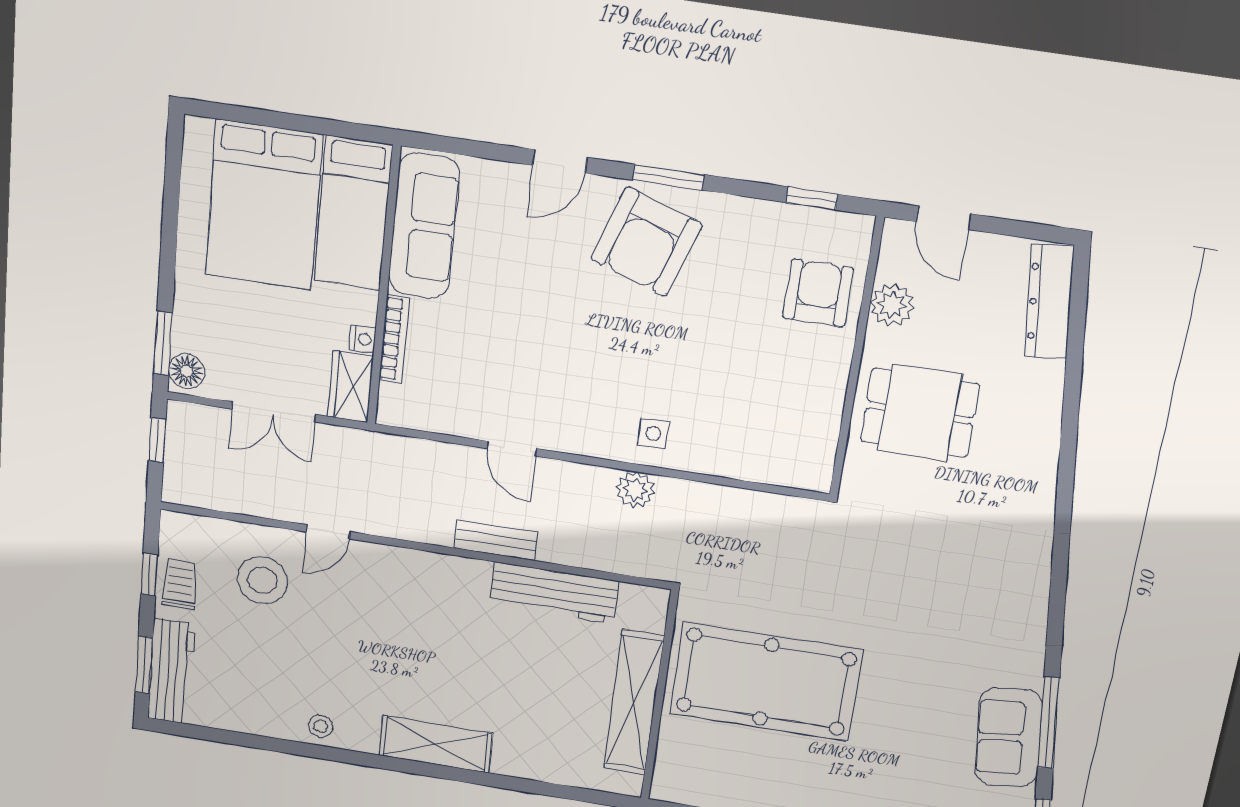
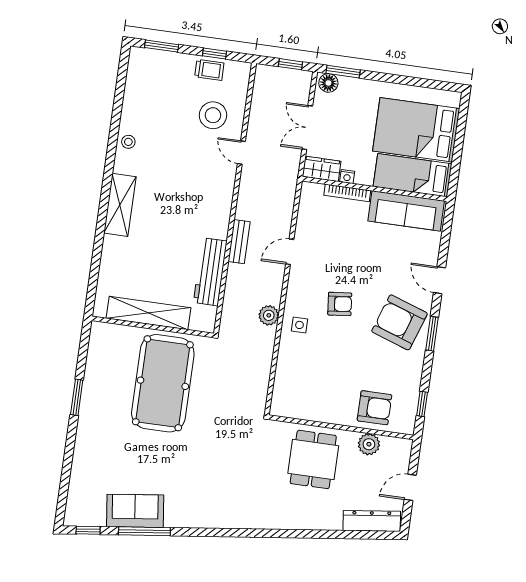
door: (944, 218) -> (410, 487), moved
armchair: (611, 357) -> (340, 304), added
workbench: (171, 671) -> (158, 61), removed

